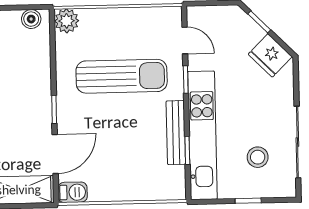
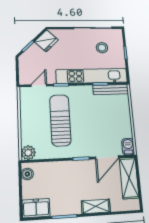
bench: (176, 133) -> (111, 90), moved
door: (55, 154) -> (107, 157), swing flipped

